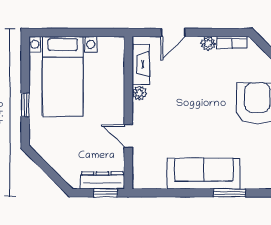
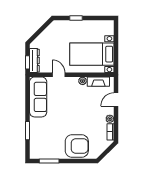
door: (173, 33) -> (116, 100), hinge flipped
bed with nightstands: (63, 76) -> (92, 54), moved
door: (128, 136) -> (59, 75), hinge flipped
sofa: (204, 174) -> (38, 97), moved

